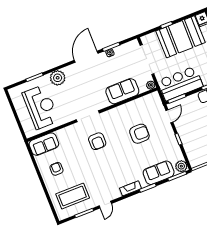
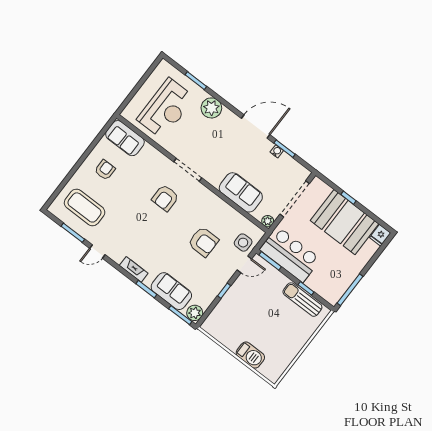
side table: (155, 109) -> (243, 243), added

